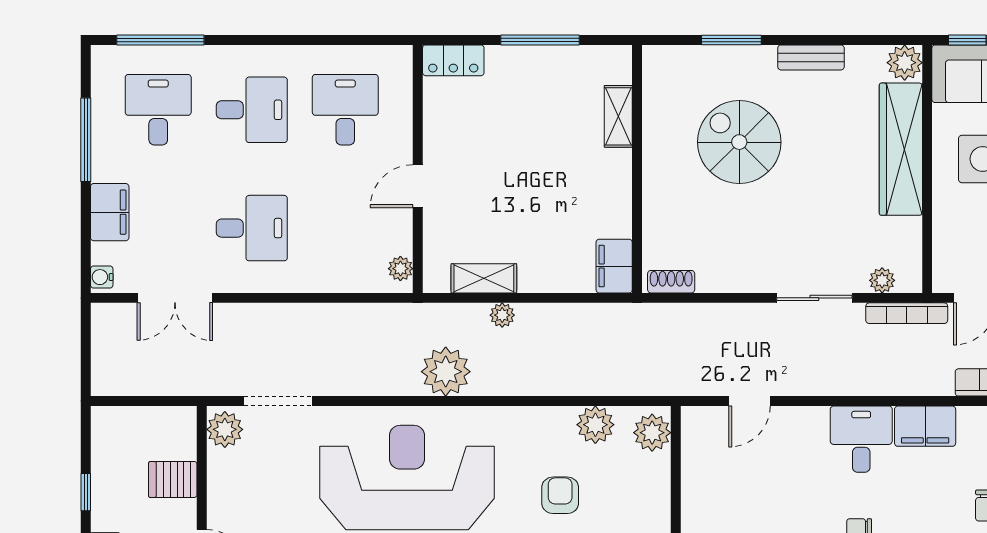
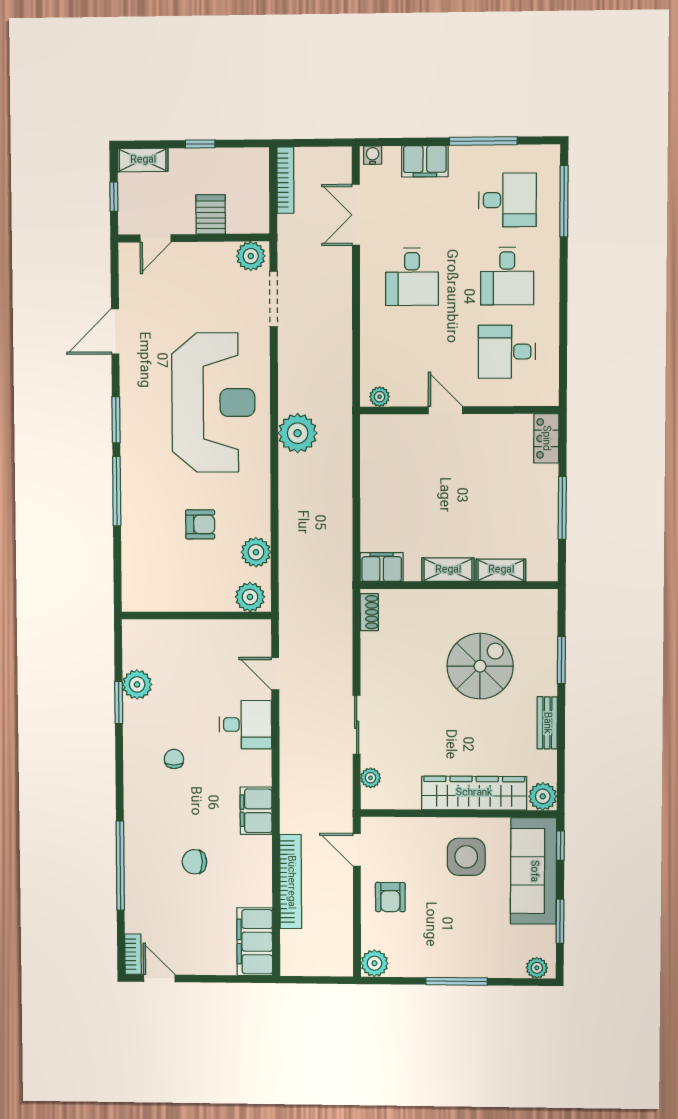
desk: (345, 110) -> (507, 352), turned 180
shelving: (484, 278) -> (448, 570), moved, turned 90
bookcase: (907, 313) -> (285, 180), moved, turned 180
plant: (502, 315) -> (343, 478), removed
desk: (861, 439) -> (245, 725), moved

